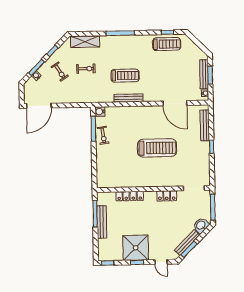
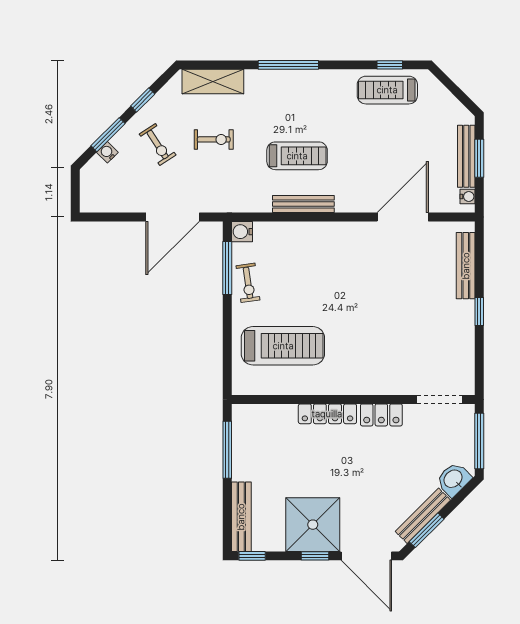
treadmill: (167, 44) -> (387, 90), turned 180
door: (175, 103) -> (403, 217), swing flipped
door: (39, 106) -> (173, 217), moved
treadmill: (157, 148) -> (283, 346), moved
locker: (130, 196) -> (327, 414), moved
bench: (102, 222) -> (241, 517), moved
door: (161, 262) -> (366, 556), width x1.87

